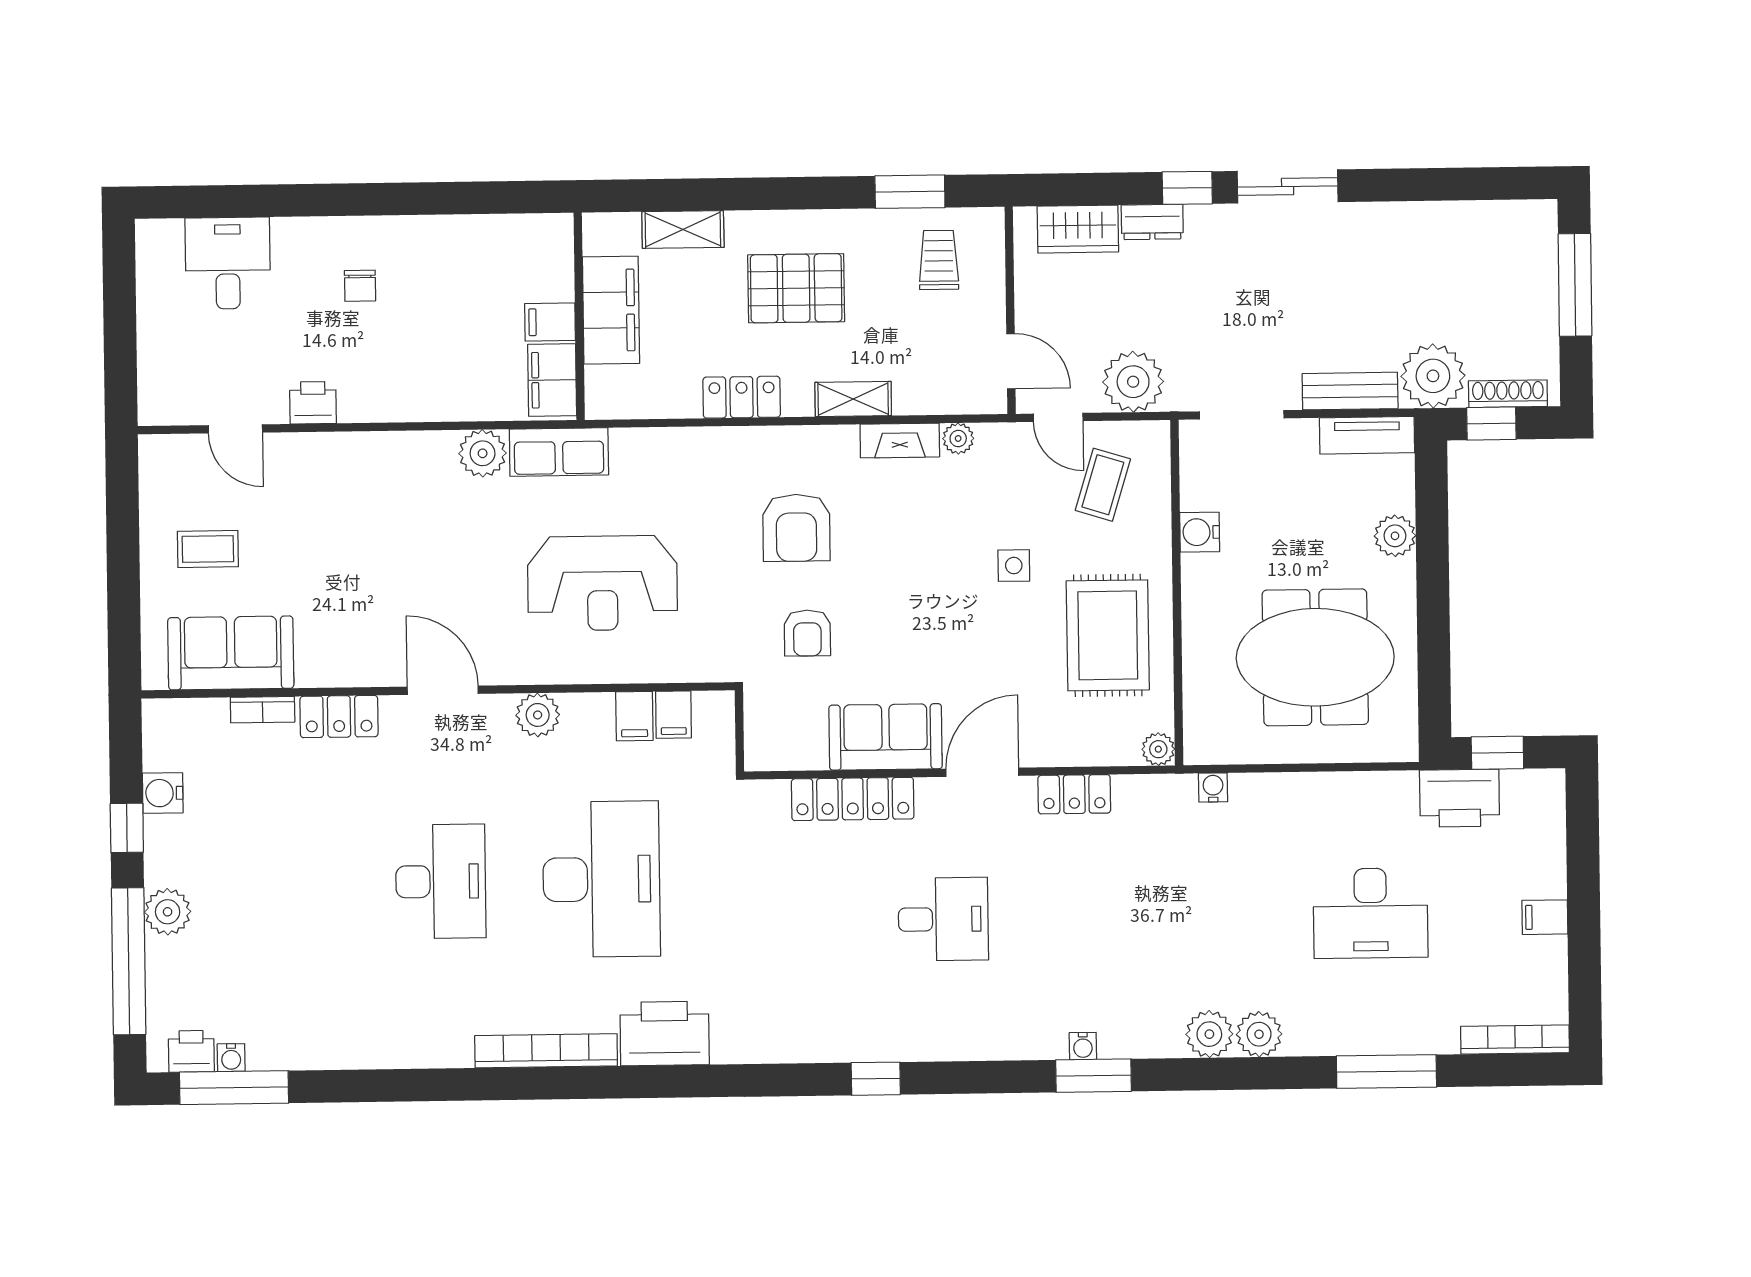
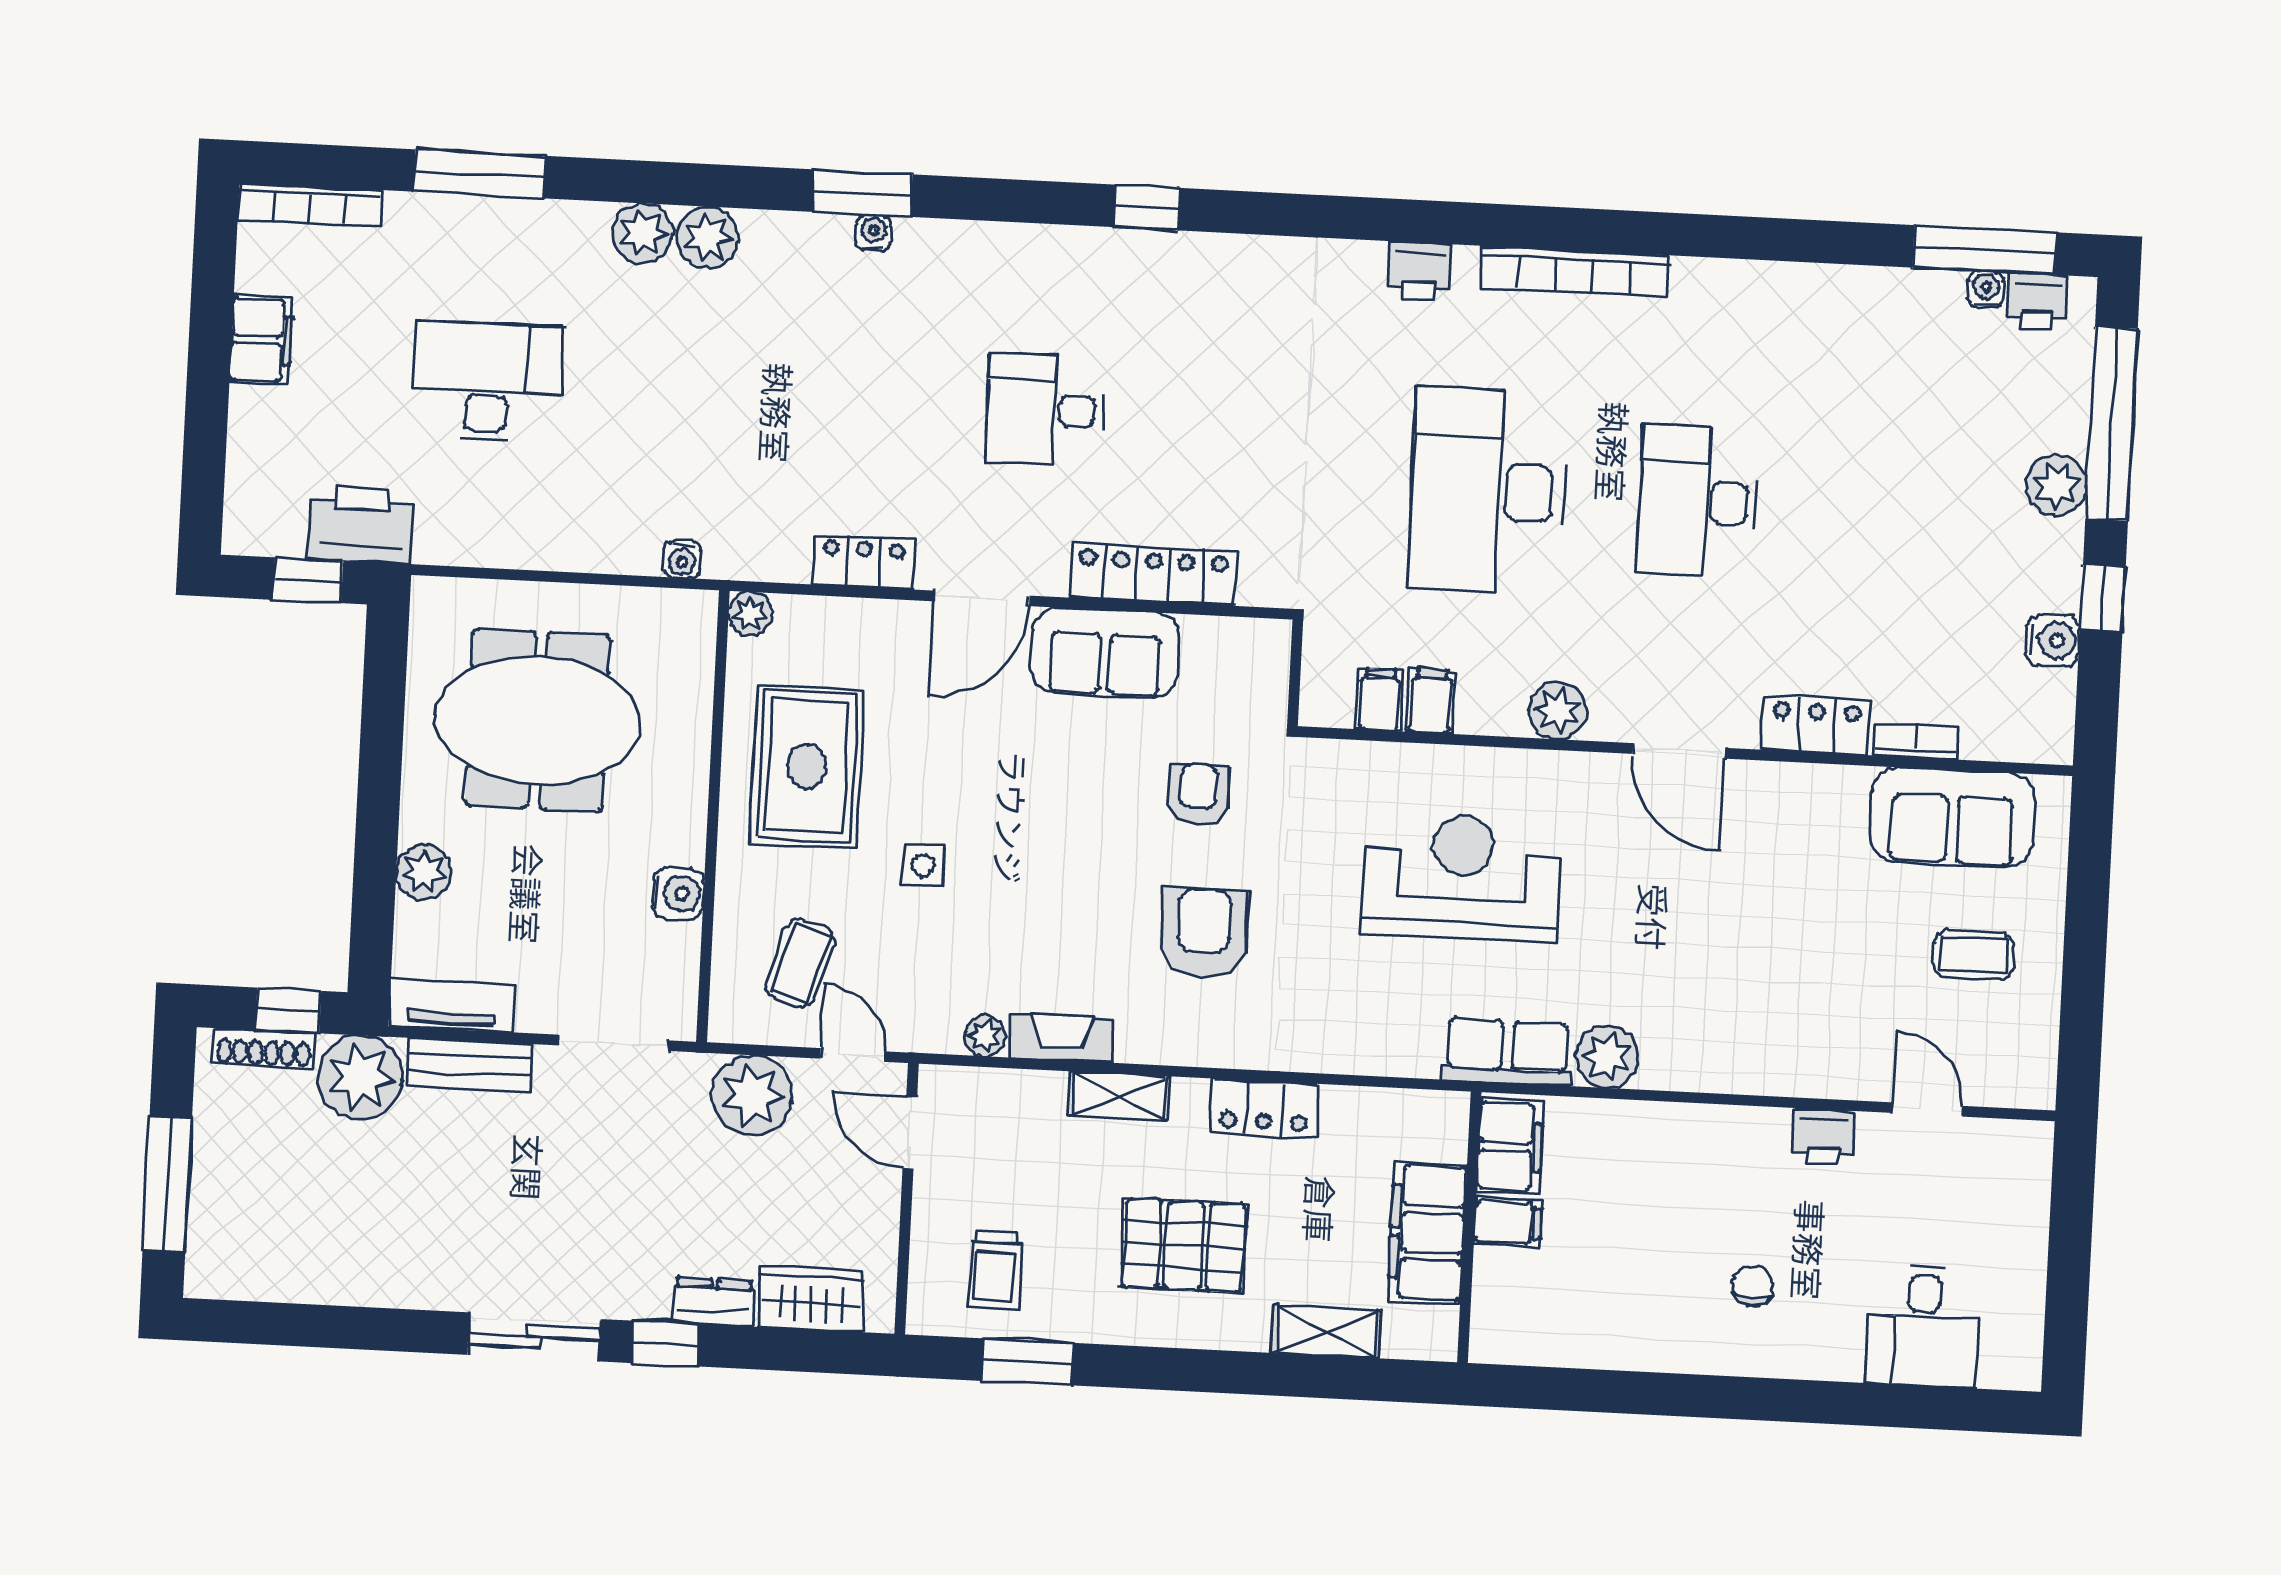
filing cabinet: (1545, 917) -> (261, 340), width x2.00
printer: (665, 1034) -> (1419, 271), width x0.53, depth x0.68

